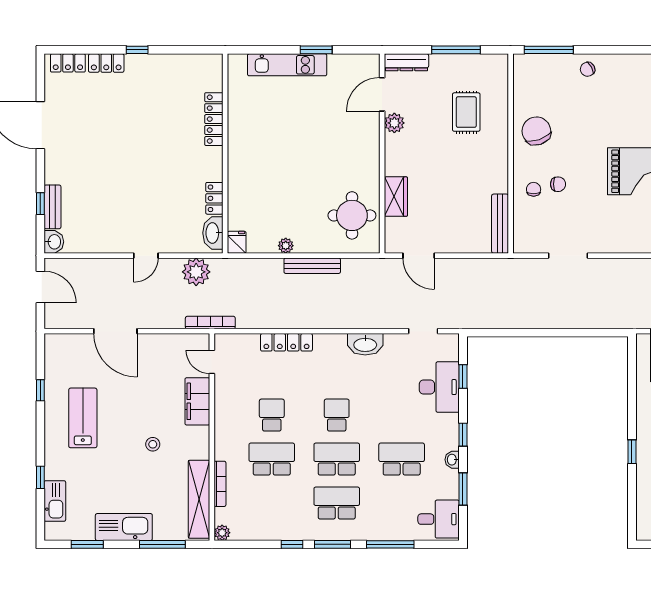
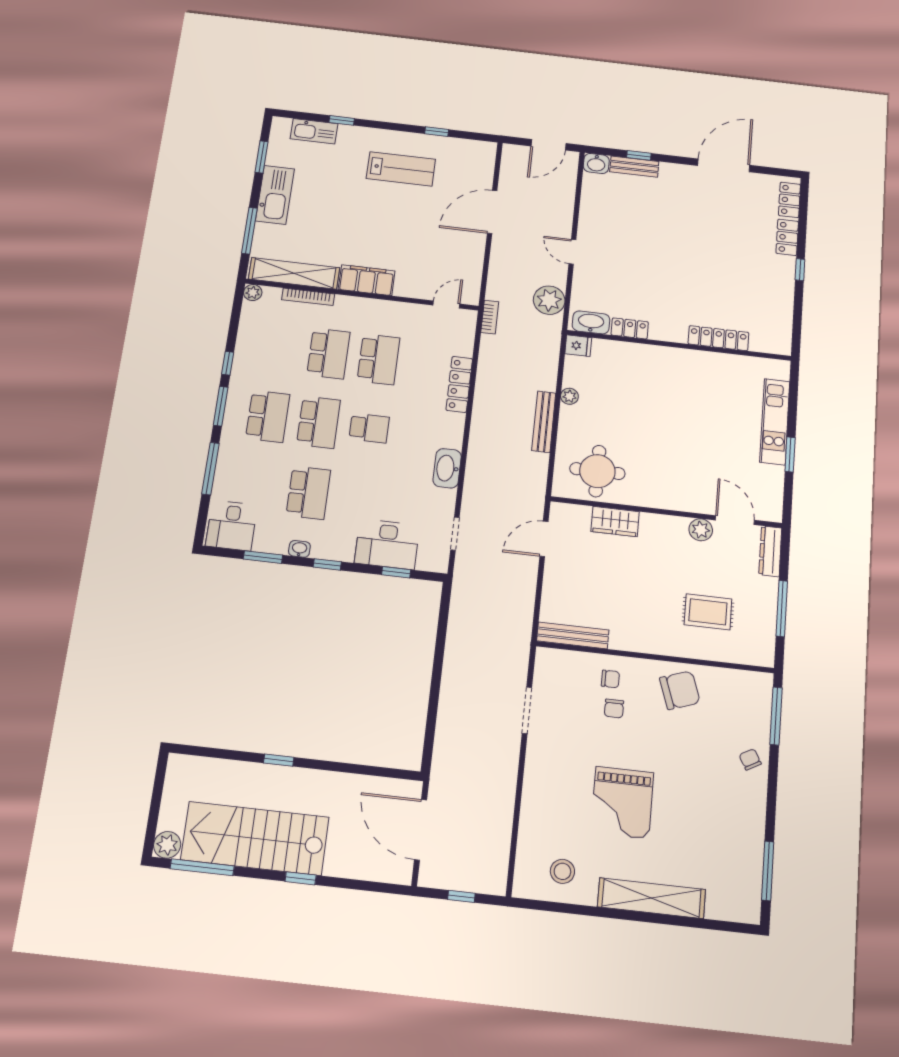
bookcase: (210, 323) -> (490, 317), width x0.64
filing cabinet: (197, 401) -> (367, 280), moved
school desk: (272, 415) -> (378, 359), width x1.85
stool: (153, 444) -> (362, 234), removed

